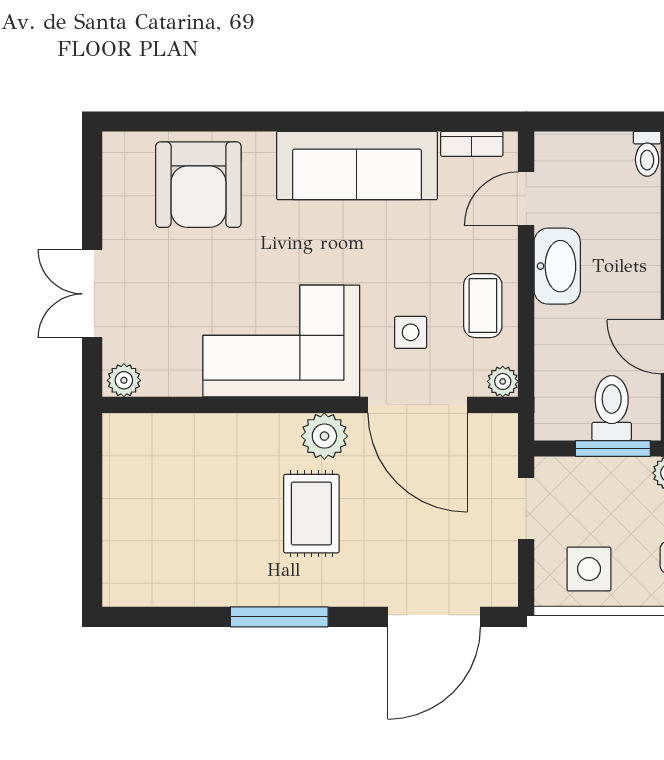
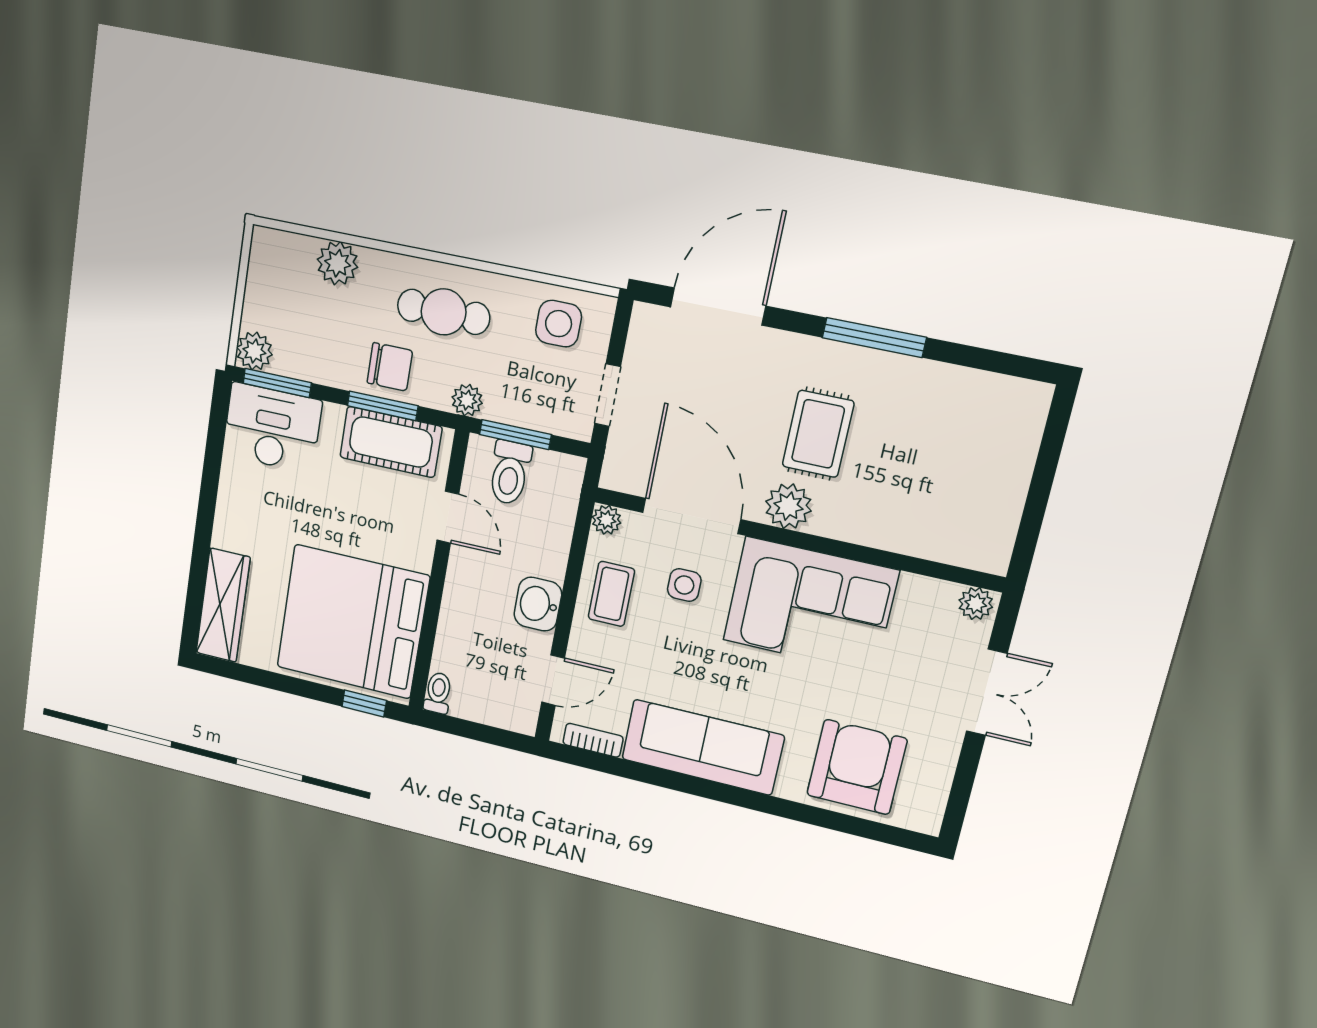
washbasin: (557, 266) -> (538, 604), width x0.72

